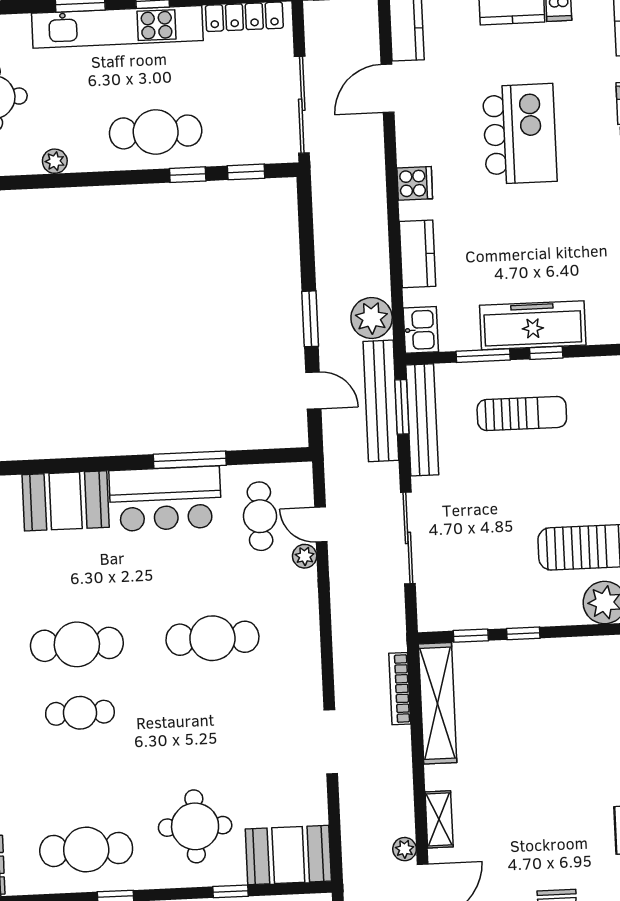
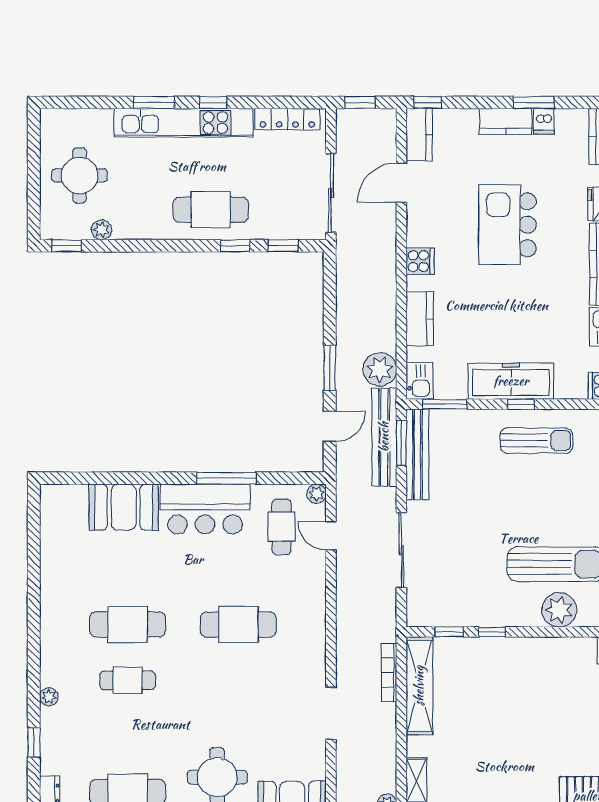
kitchen island: (520, 134) -> (507, 225), turned 180
plant: (55, 161) -> (102, 230), moved
window: (483, 356) -> (445, 404), moved
door: (313, 391) -> (330, 426), hinge flipped
sun lounger: (522, 414) -> (536, 441), moved
plant: (305, 556) -> (316, 494), moved

